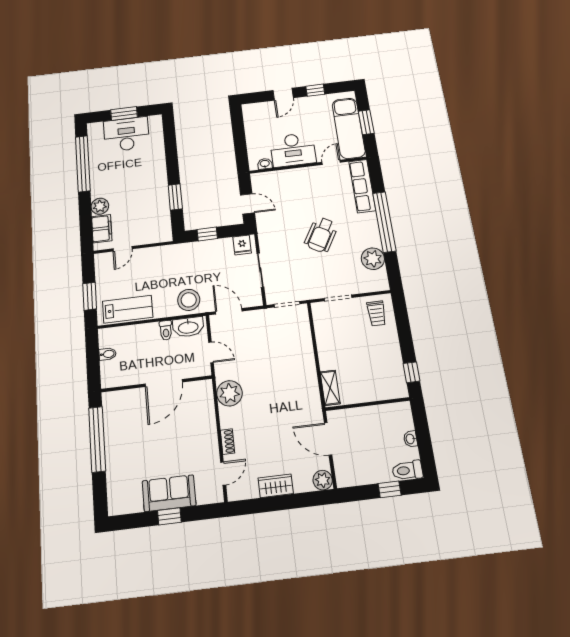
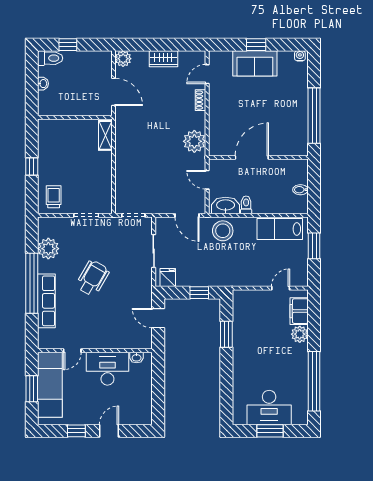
row of seats: (362, 186) -> (46, 301), moved
window: (412, 372) -> (32, 166), moved
water cooler: (117, 509) -> (300, 56), added

